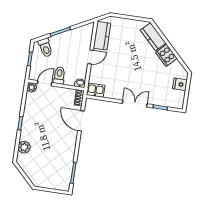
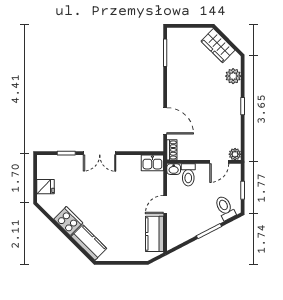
toilet: (59, 75) -> (188, 175), moved
wardrobe: (32, 172) -> (218, 46), added

